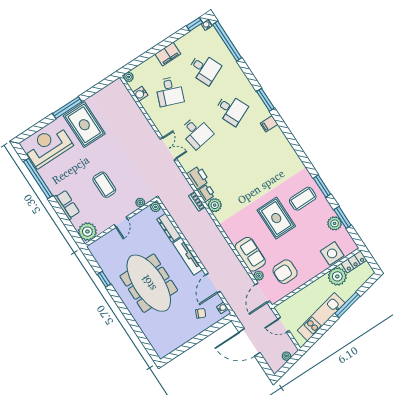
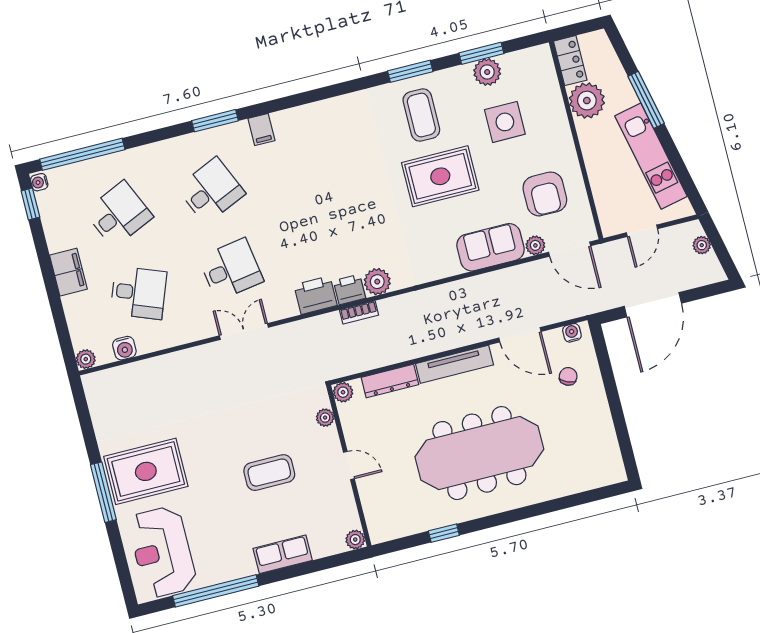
plant: (87, 232) -> (355, 540), width x0.53, depth x0.53
side table: (332, 253) -> (505, 122), moved

